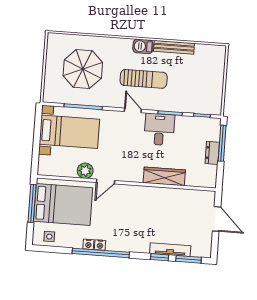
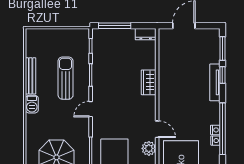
sun lounger: (144, 79) -> (66, 78), moved
desk: (159, 129) -> (106, 84), removed
dresser: (212, 153) -> (146, 34), moved
wardrobe: (164, 176) -> (149, 82), width x0.67
tv unit: (170, 250) -> (215, 82), moved

